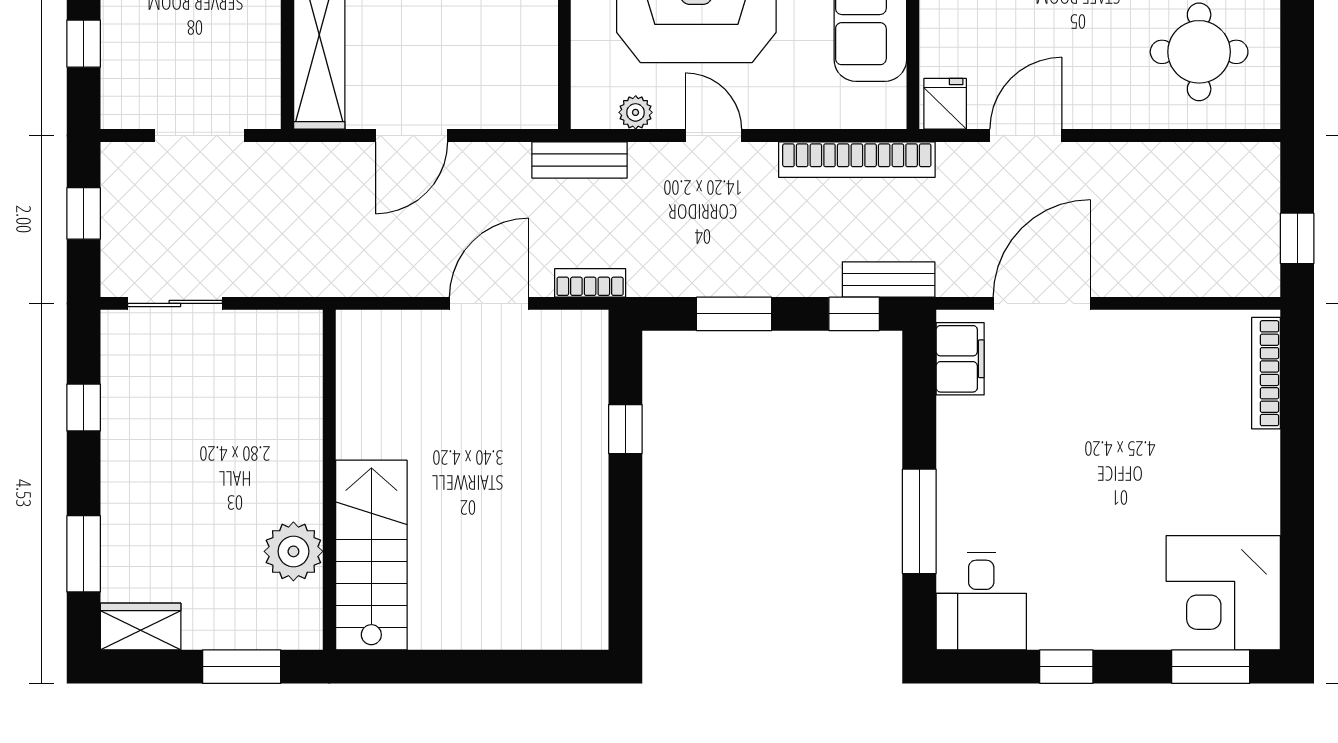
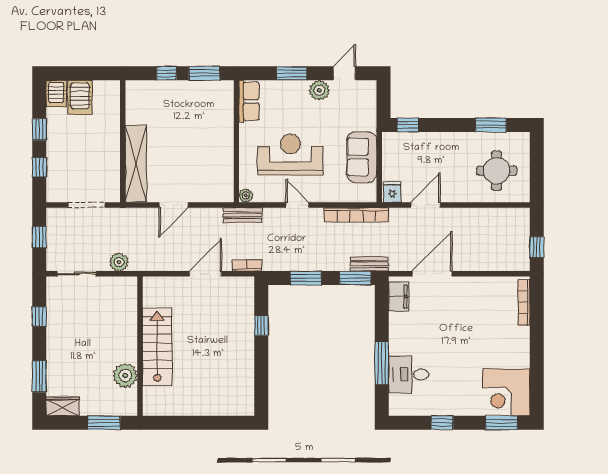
plant: (636, 112) -> (246, 195), moved
plant: (278, 275) -> (119, 262), added
window: (854, 314) -> (355, 278), width x1.50
stairs: (371, 555) -> (157, 347), moved
desk: (981, 601) -> (409, 374), moved, turned 90

